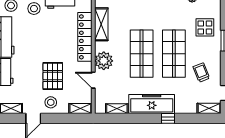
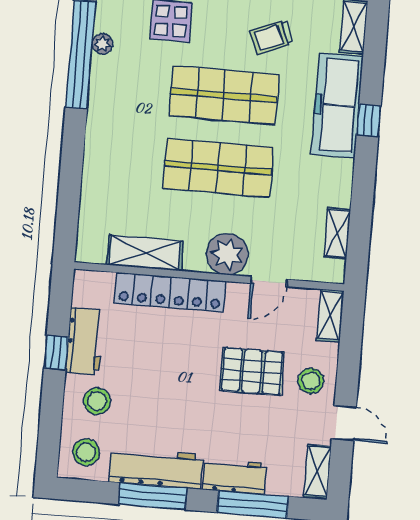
freezer: (152, 104) -> (337, 105), moved

